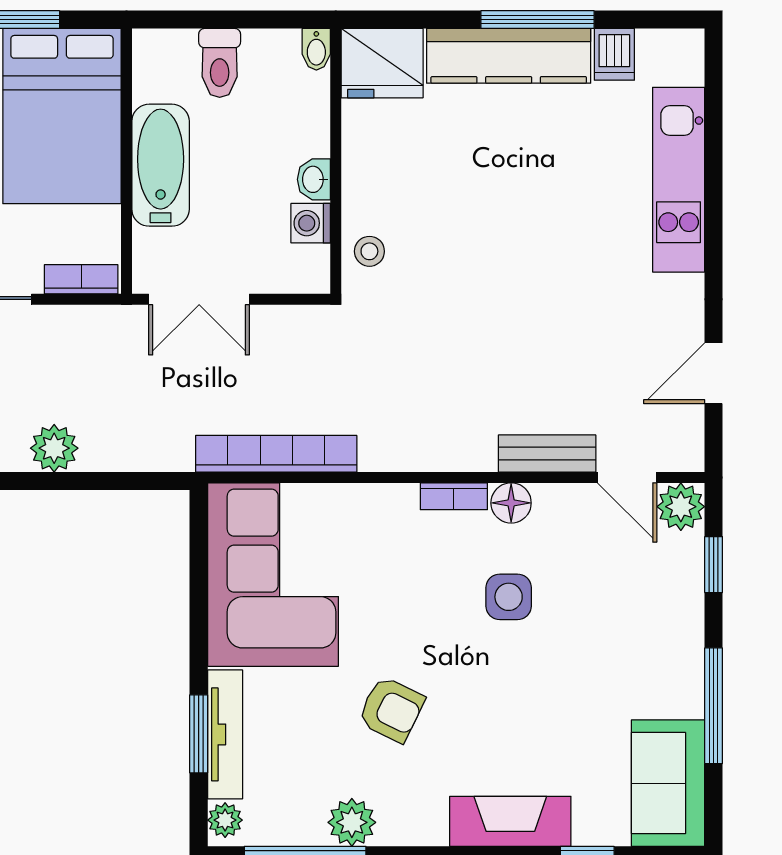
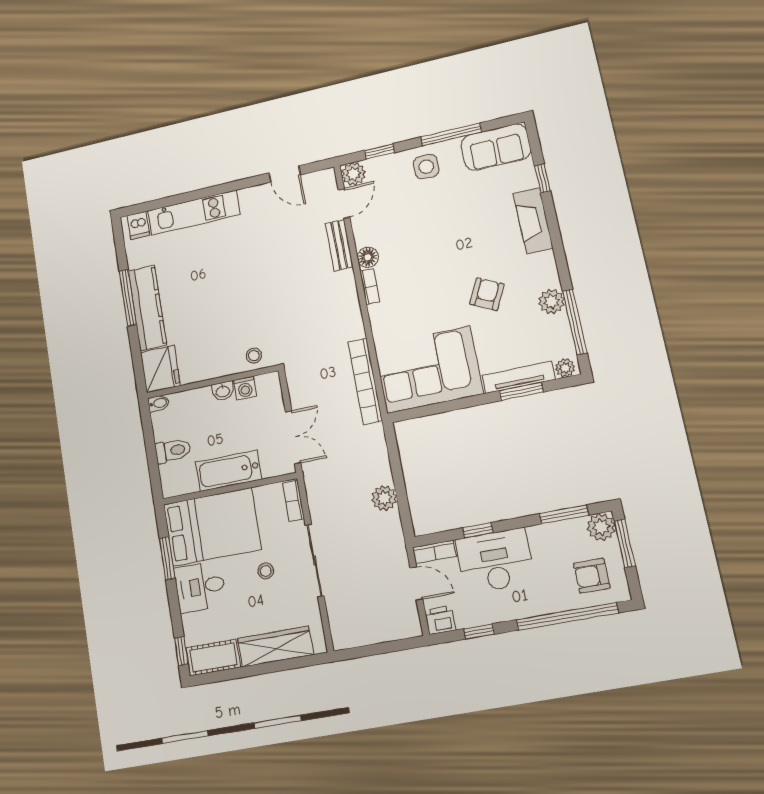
dishwasher: (614, 54) -> (138, 225), moved, turned 90
side table: (509, 597) -> (426, 167), moved

